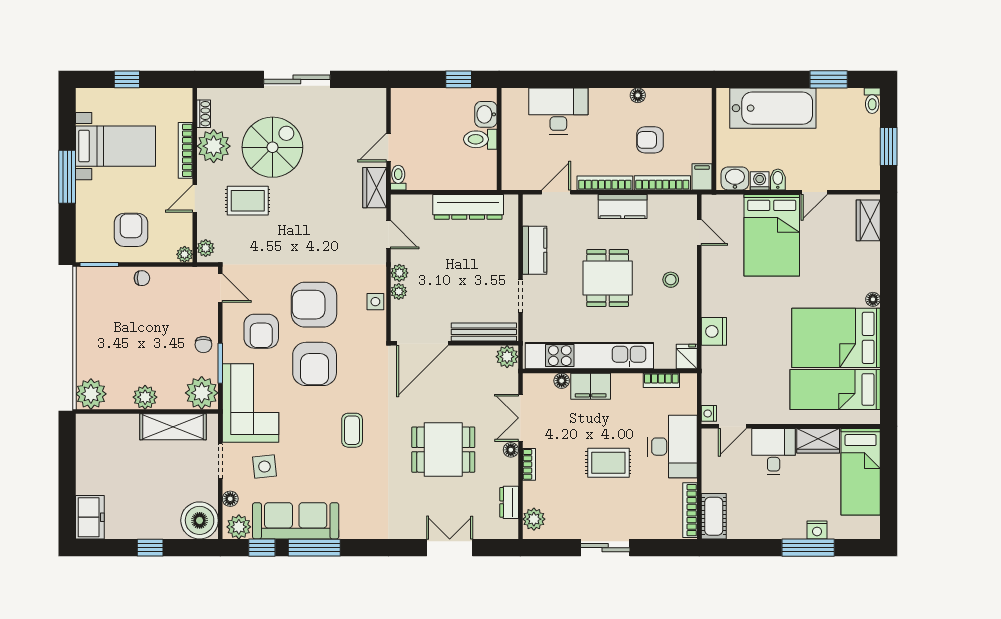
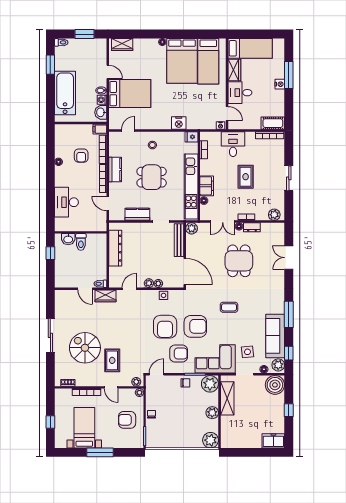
plant: (214, 146) -> (84, 378), removed
desk: (672, 447) -> (233, 144), width x0.73
dresser: (509, 502) -> (252, 227), moved
nightstand: (817, 530) -> (280, 84), moved
window: (314, 548) -> (289, 314), moved

